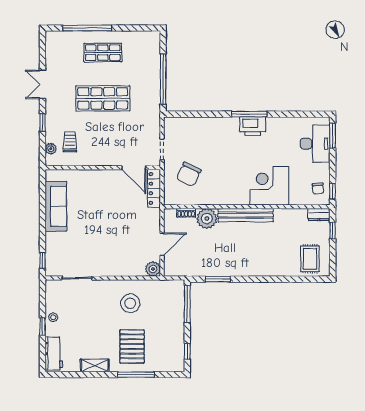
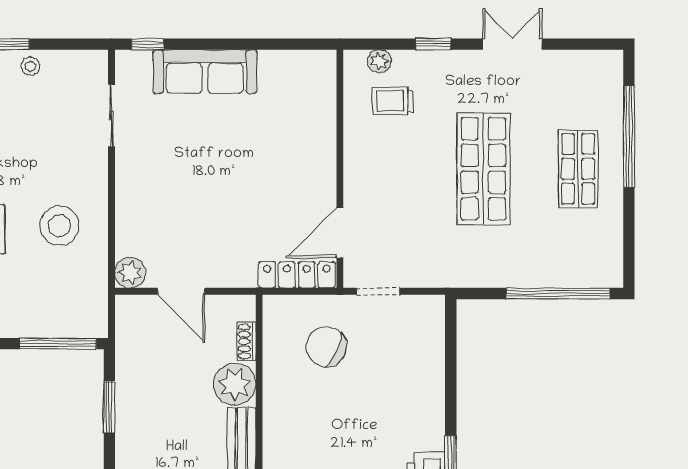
window: (163, 79) -> (558, 294), moved
trolley: (70, 142) -> (393, 101), turned 180
sofa: (56, 206) -> (205, 72), moved

